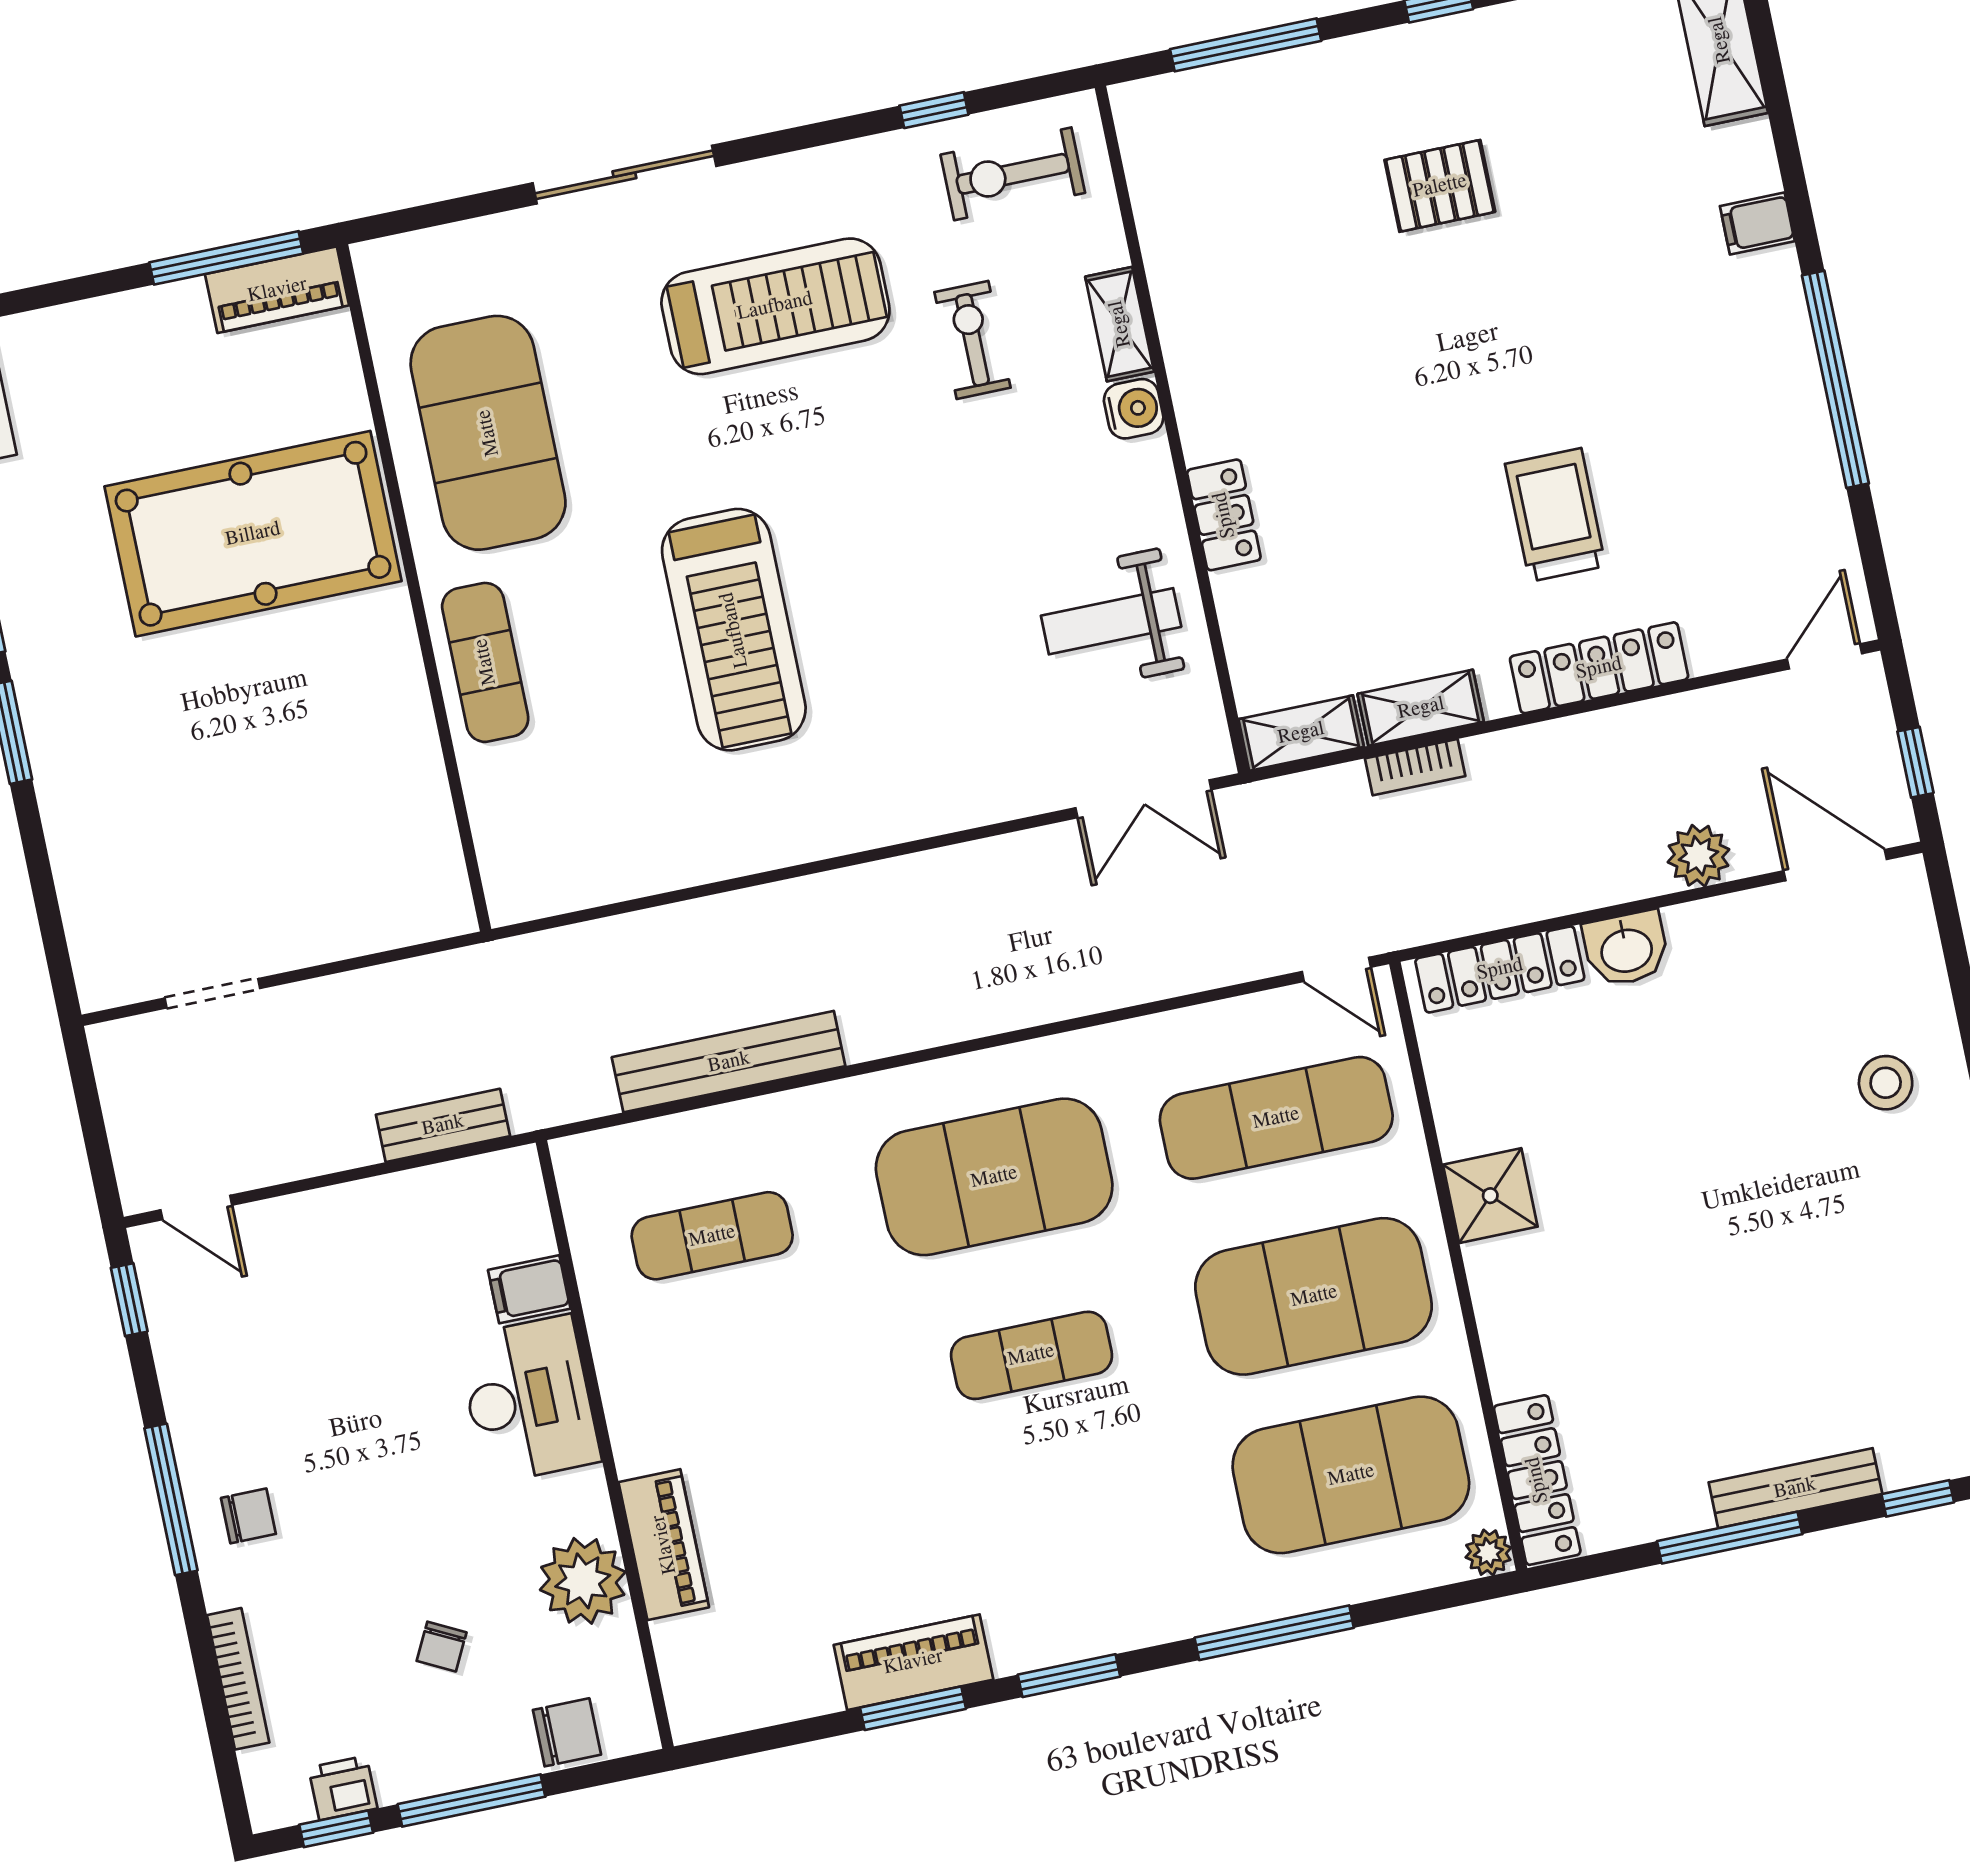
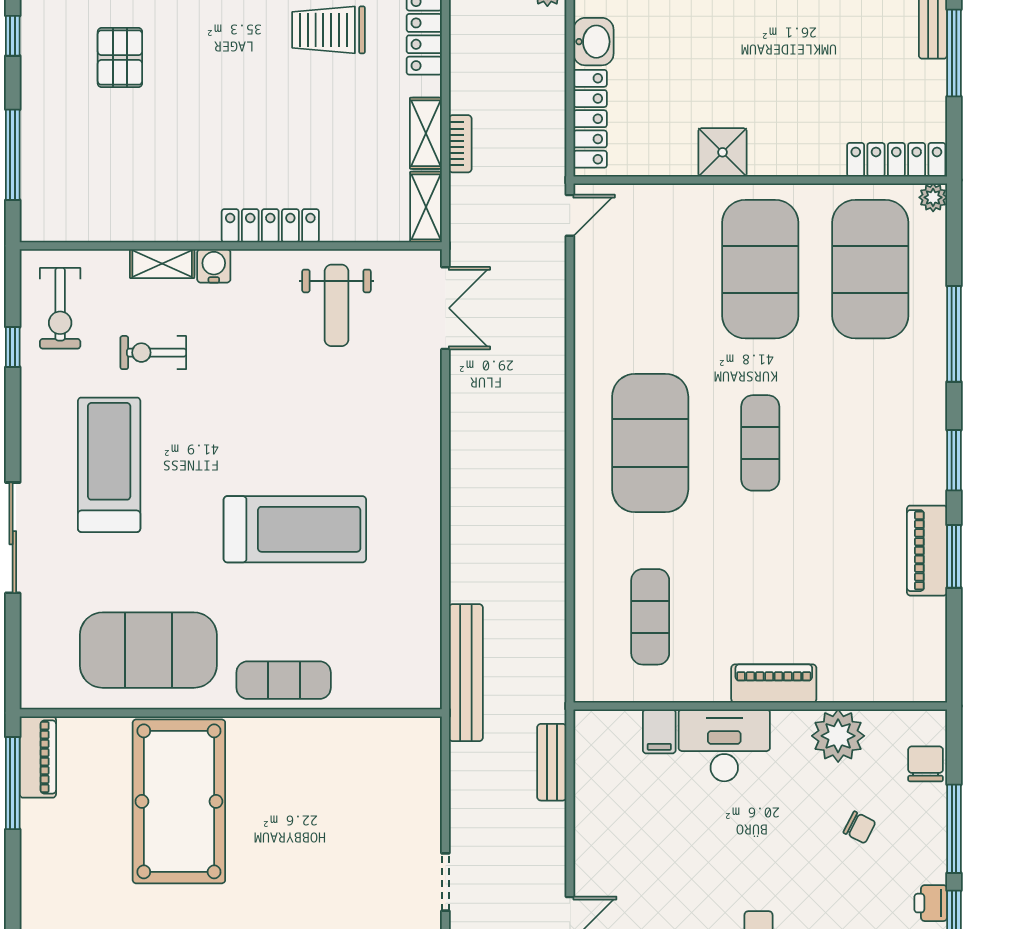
locker: (1224, 515) -> (270, 226), width x1.53
bench: (729, 1062) -> (466, 673), moved
exercise mat: (1276, 1118) -> (650, 269), removed
piano: (664, 1545) -> (774, 683), moved

